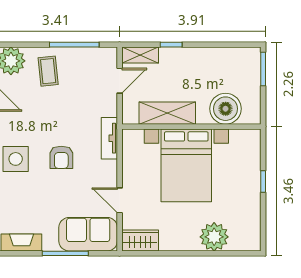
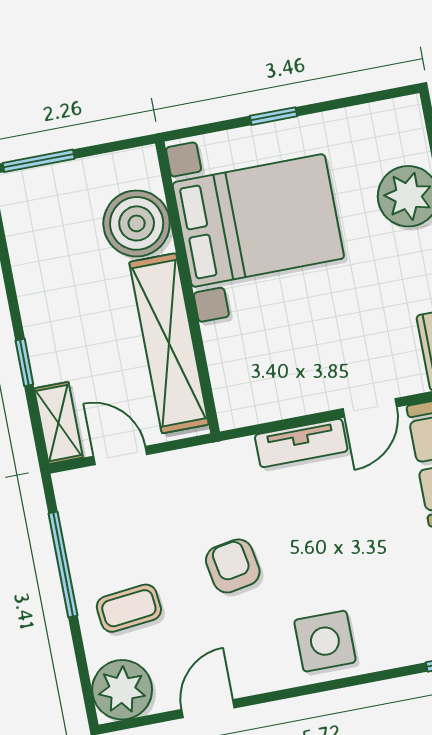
shelving: (167, 113) -> (169, 343), width x1.47
tv unit: (109, 138) -> (301, 443), moved
armchair: (61, 157) -> (233, 566), moved, turned -100
bed with nightstands: (186, 165) -> (258, 220), moved

